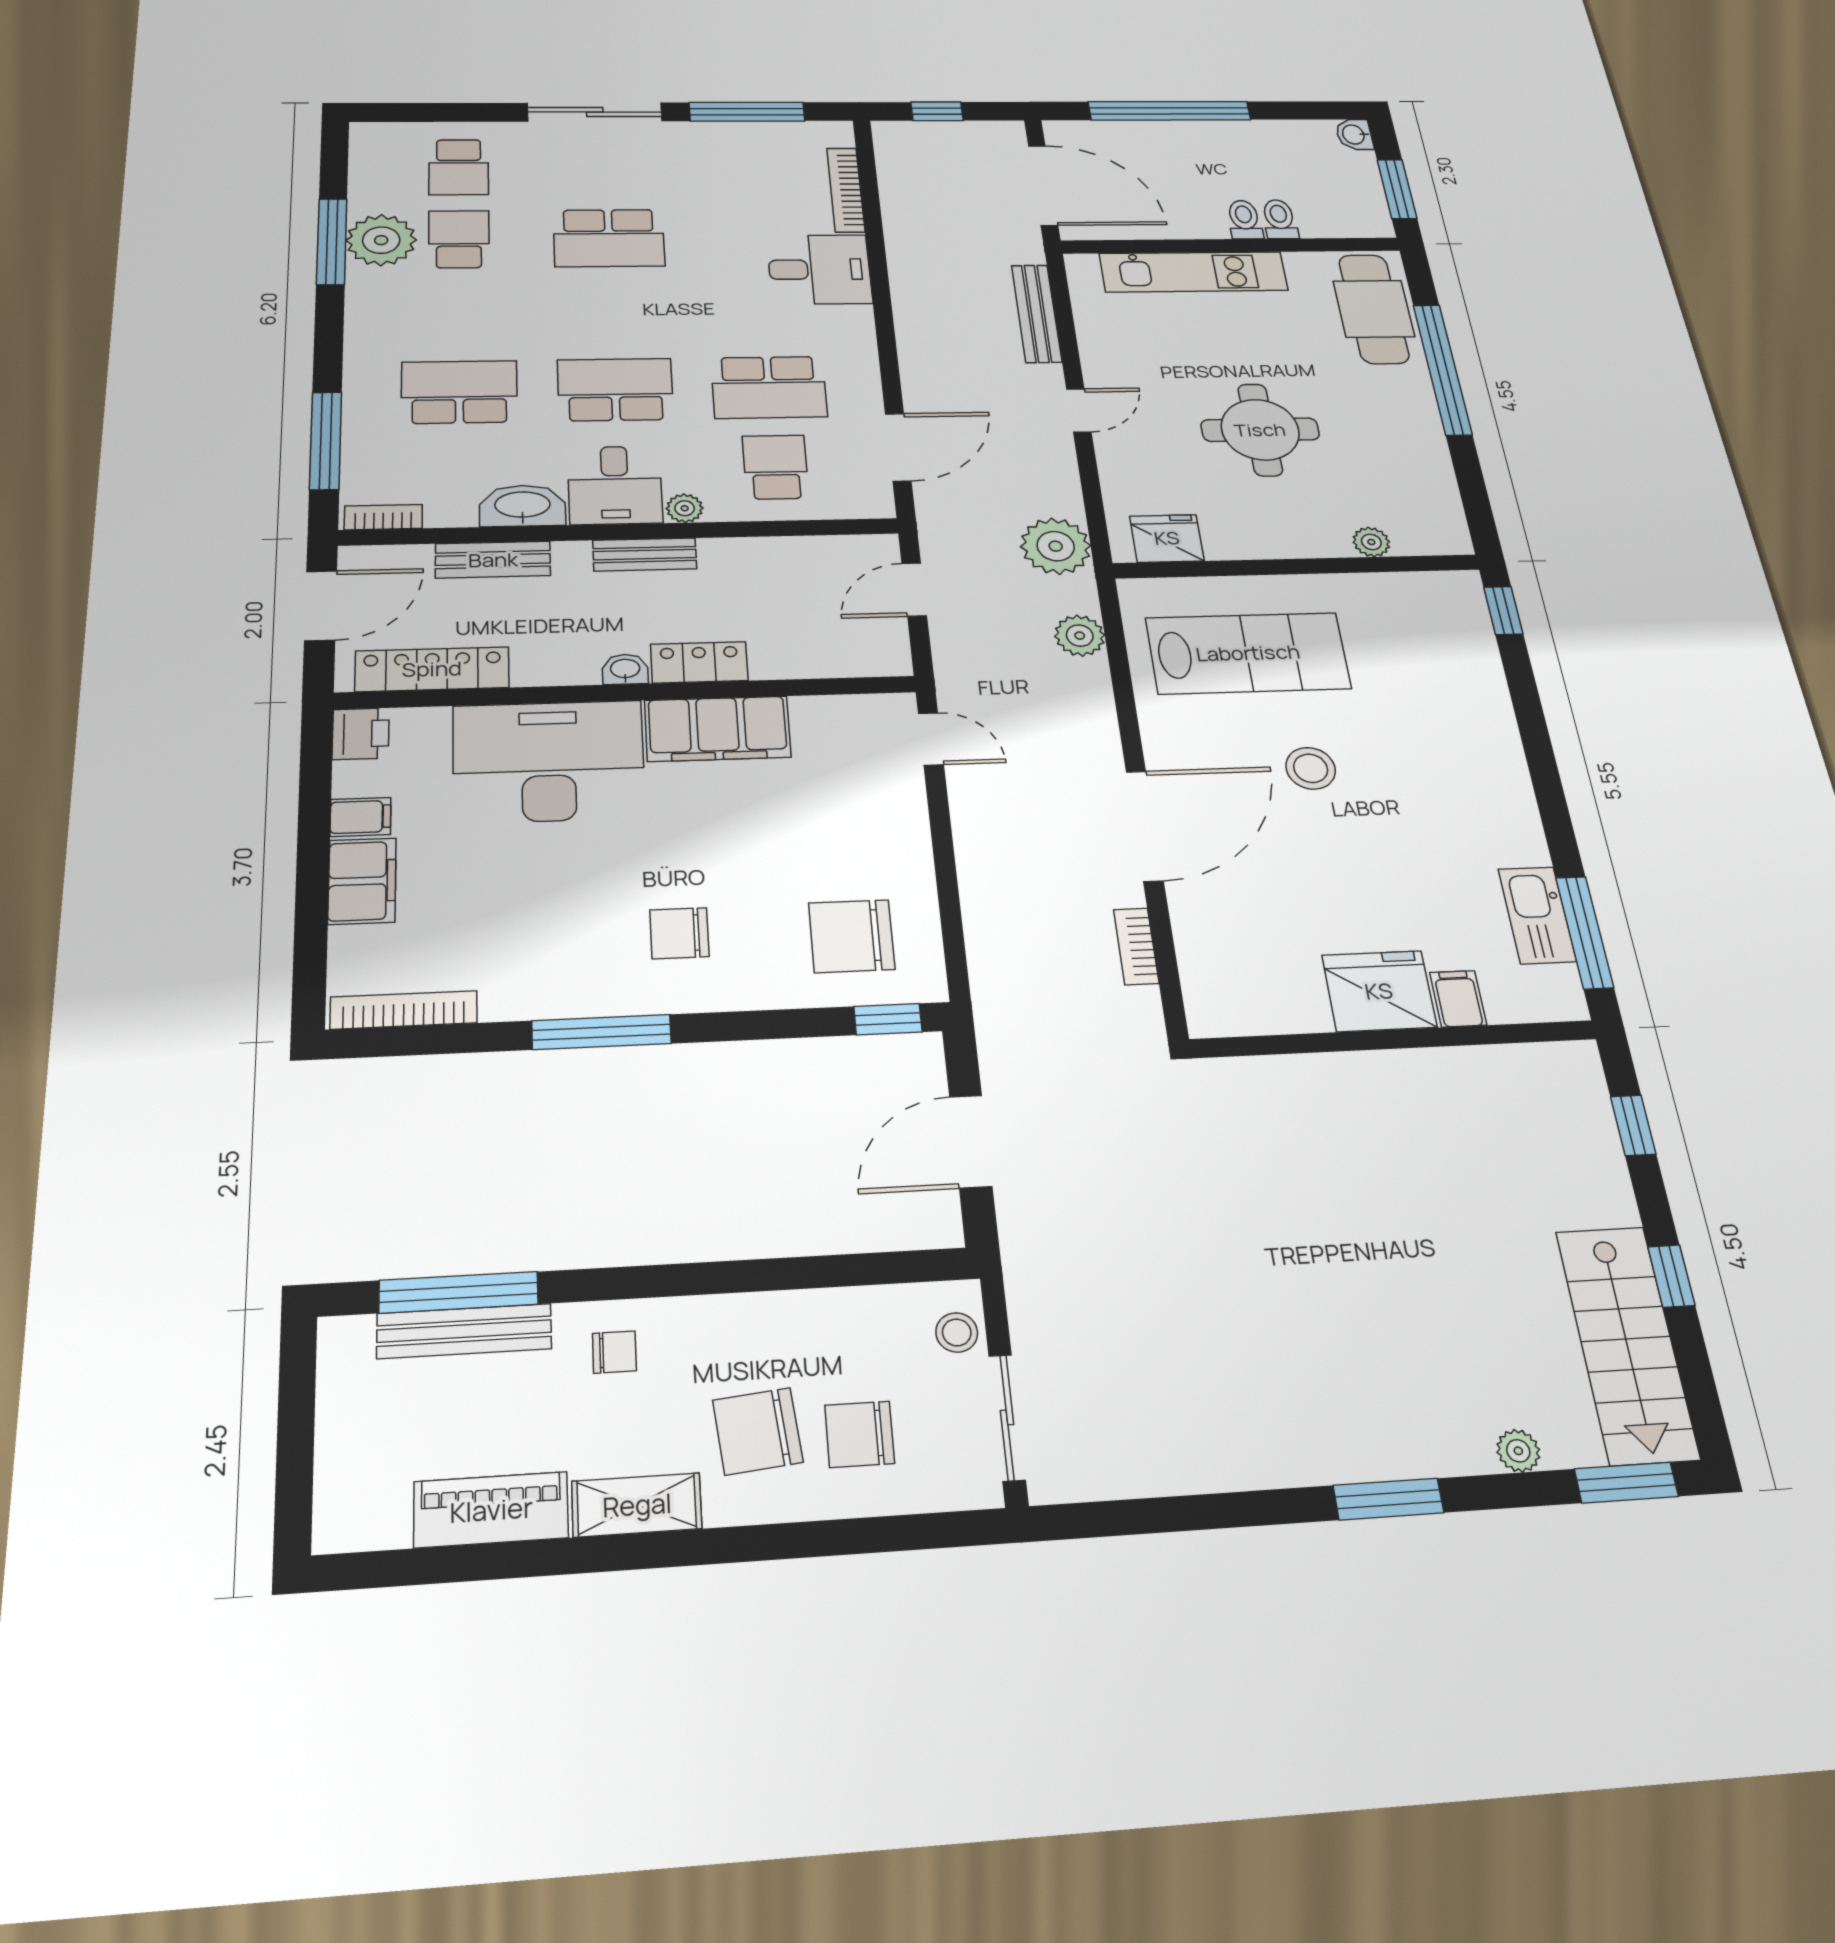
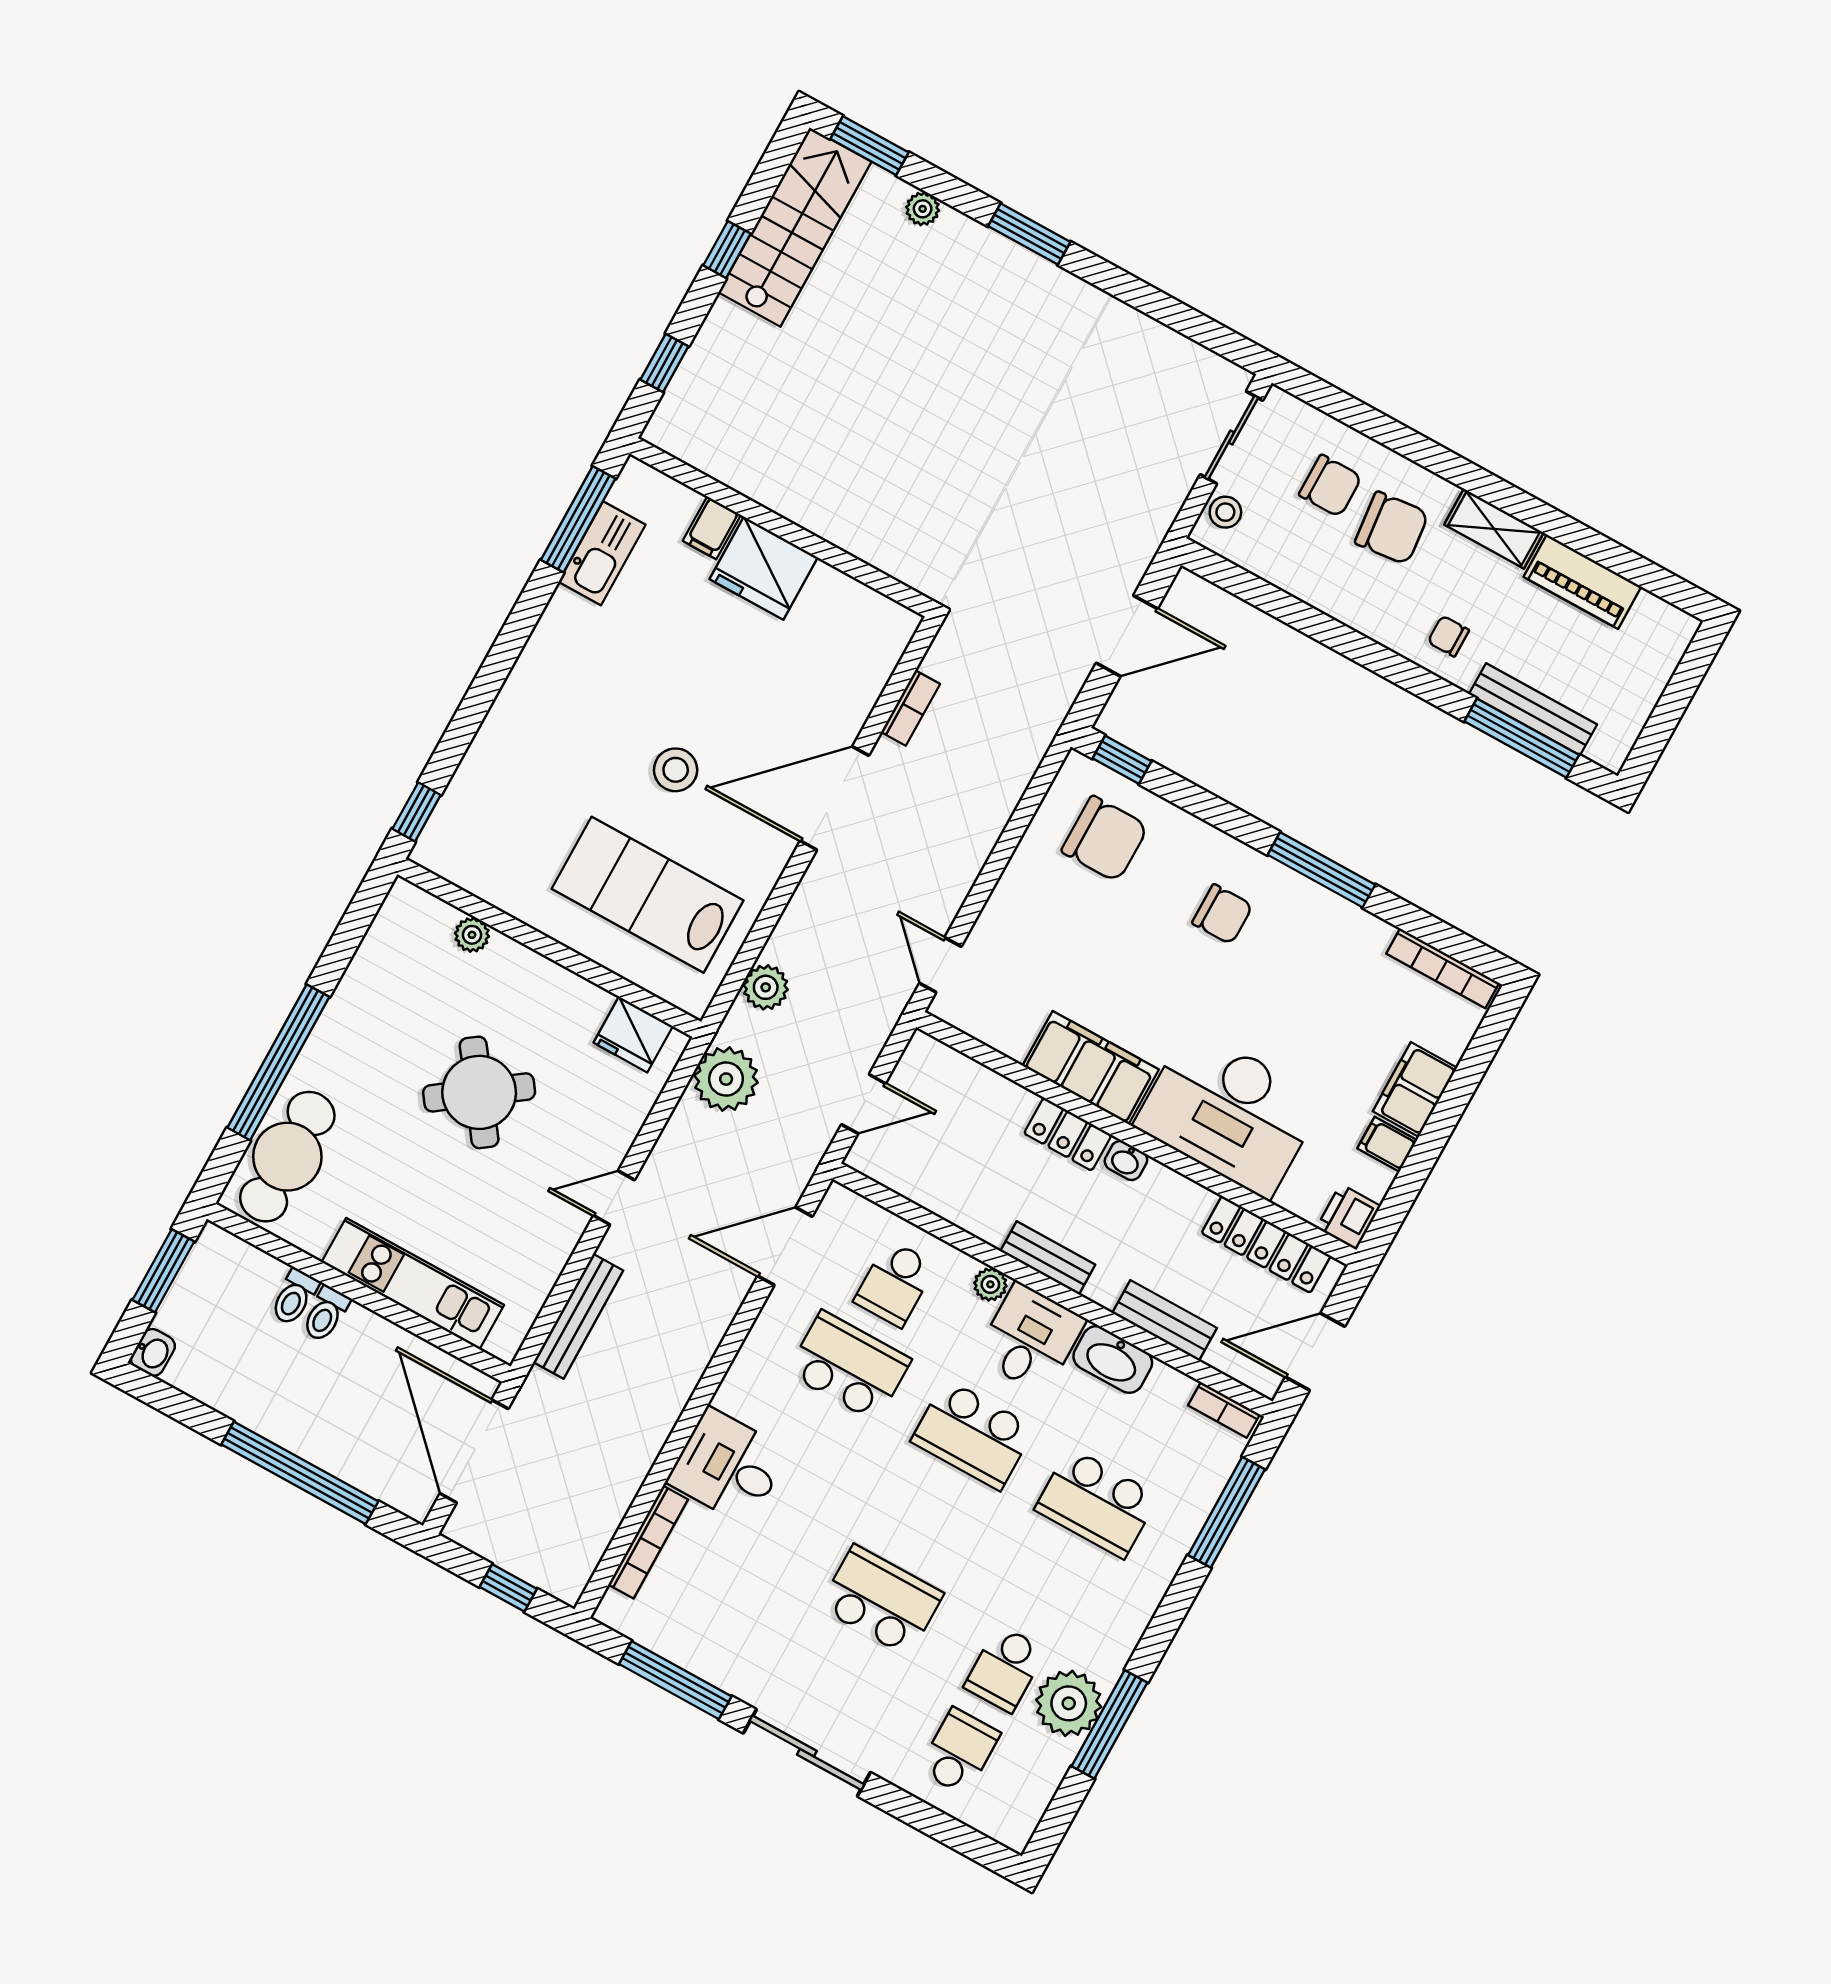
round table: (1260, 430) -> (479, 1092), turned -36

